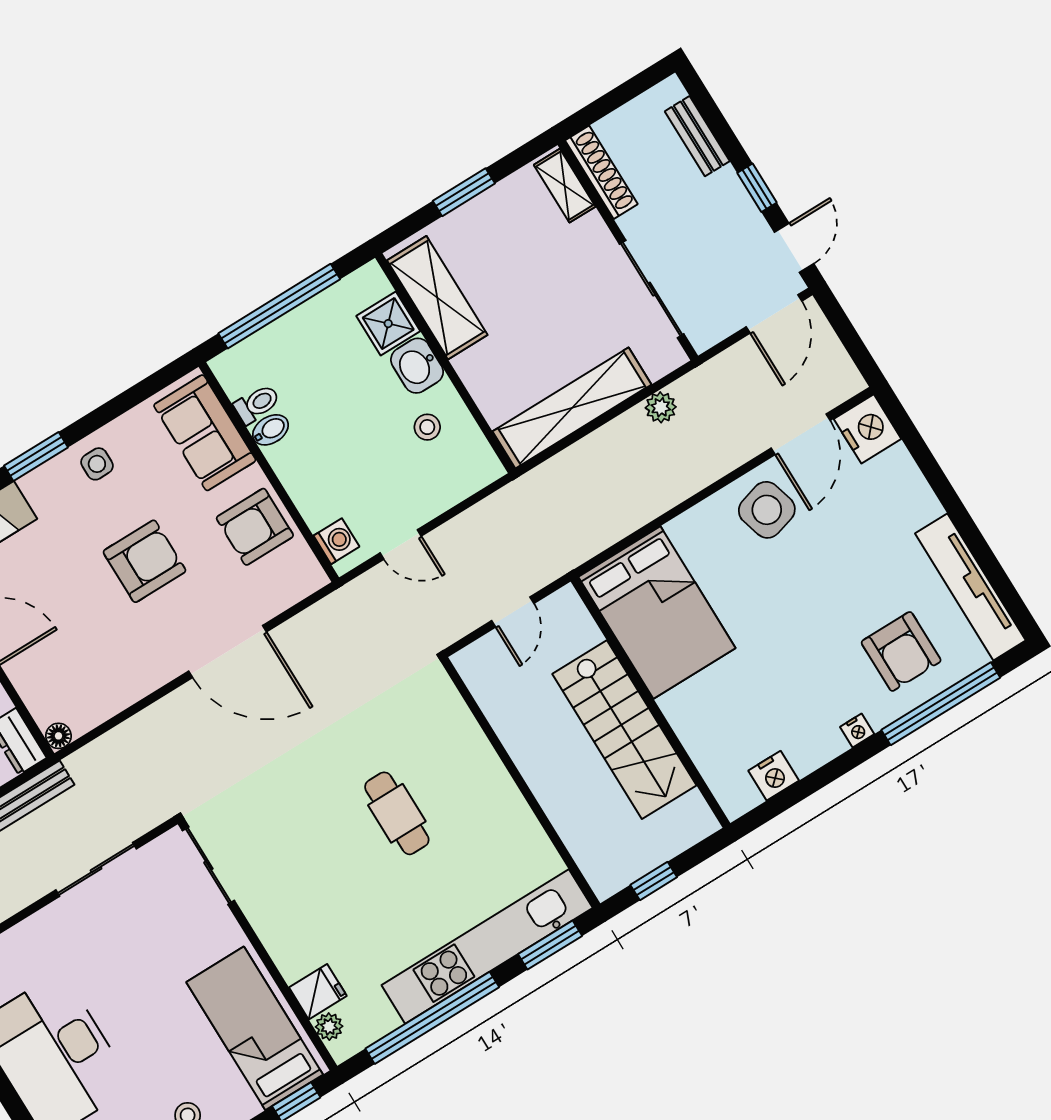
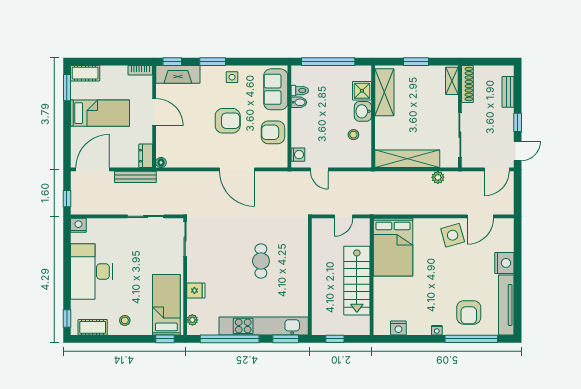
nightstand: (868, 429) -> (504, 263), moved
fridge: (318, 992) -> (196, 291), moved

